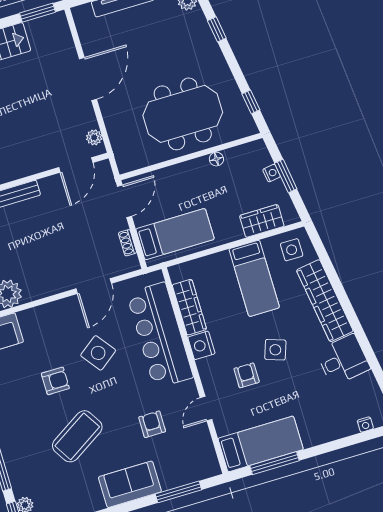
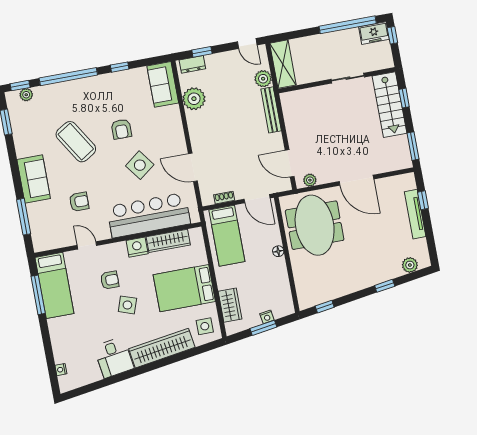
meeting table: (183, 114) -> (315, 225), moved
floor lamp: (216, 159) -> (278, 251), moved
bed: (254, 278) -> (184, 288), width x1.50

